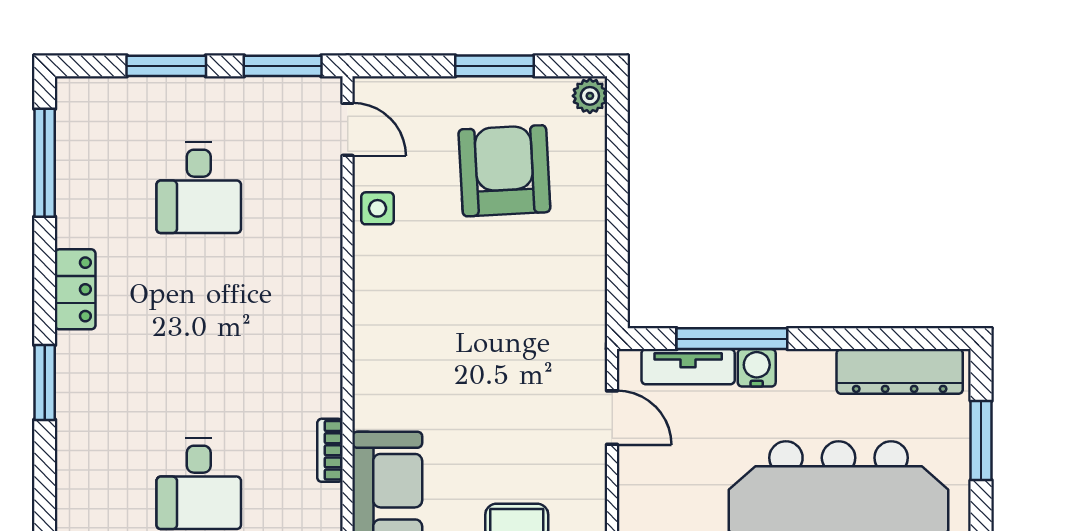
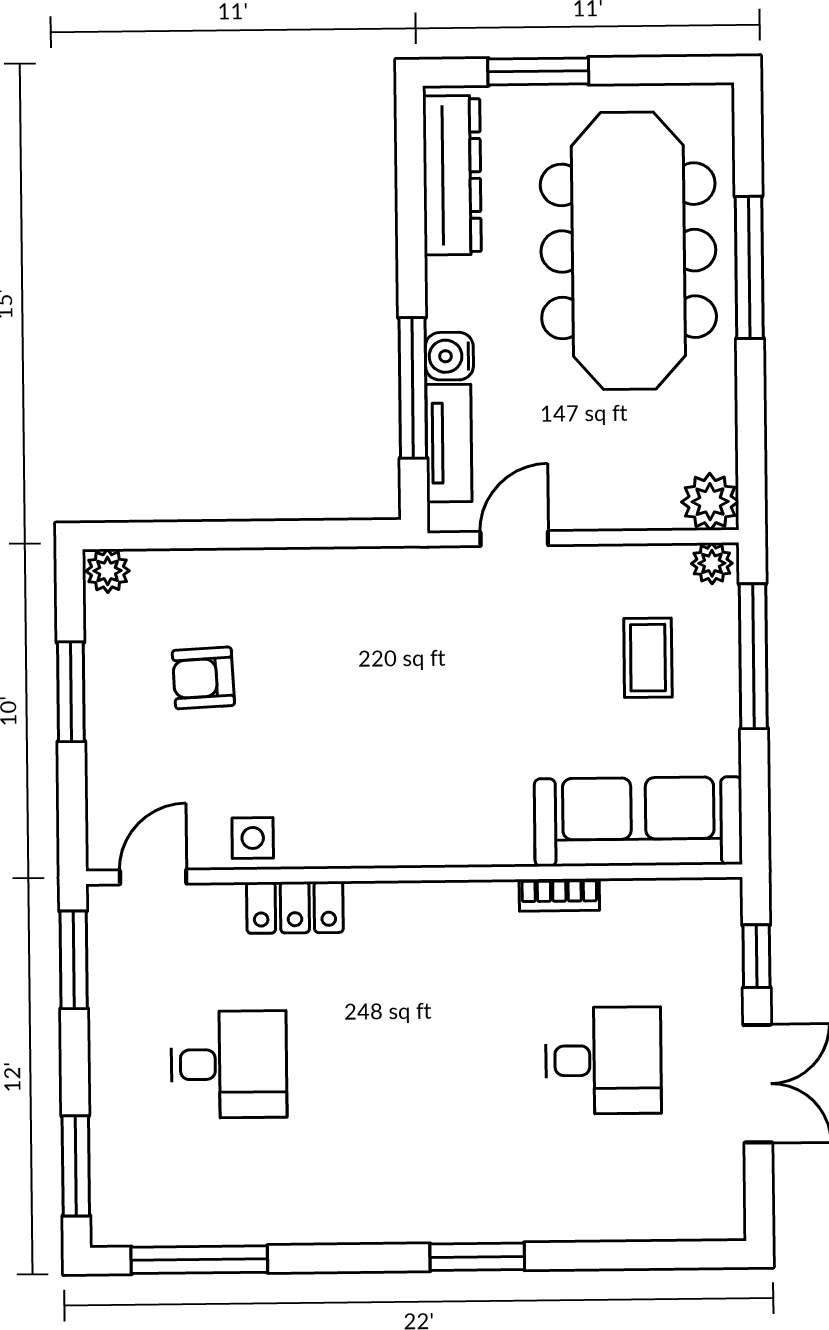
window: (166, 66) -> (76, 1166), moved
armchair: (504, 171) -> (203, 678), width x0.53, depth x0.53
locker: (75, 289) -> (295, 907), moved, turned 180

